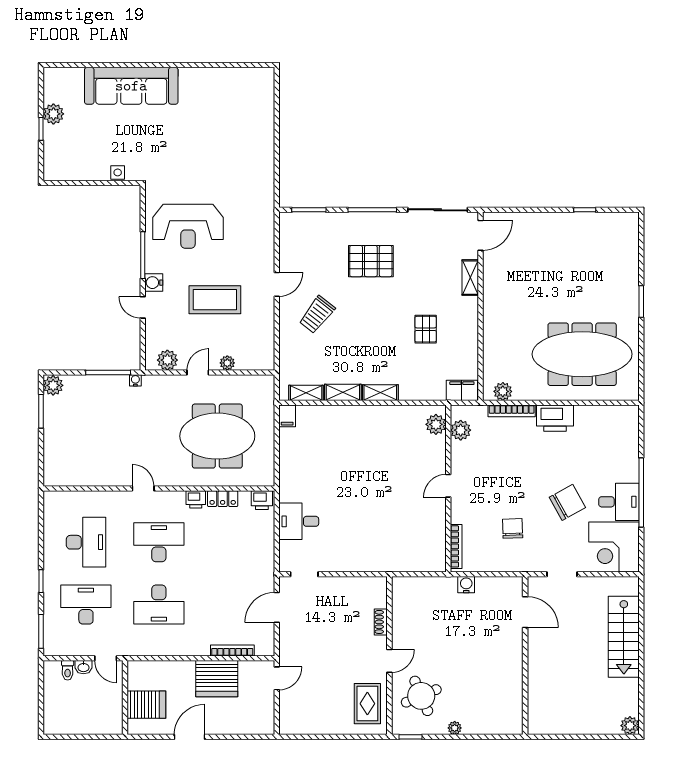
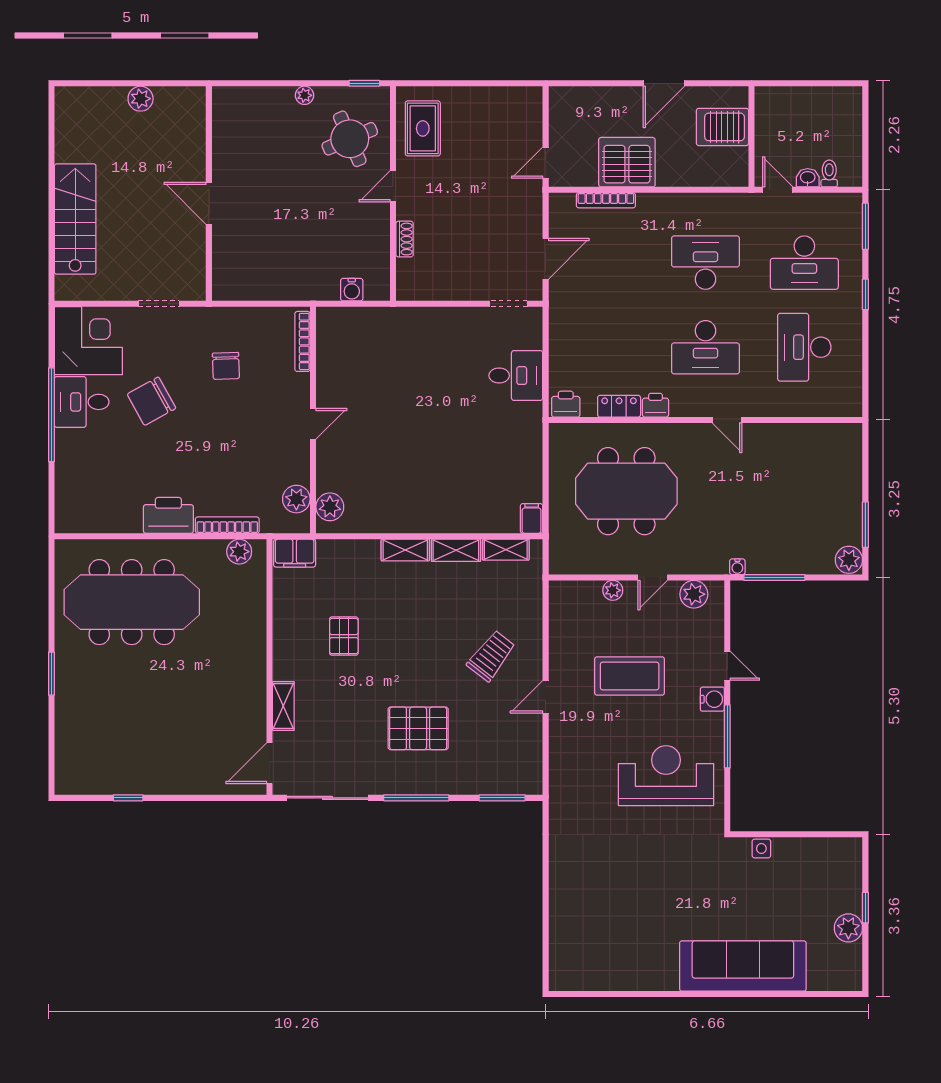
water cooler: (466, 585) -> (352, 290), moved
door: (525, 612) -> (209, 203), moved
plant: (630, 726) -> (141, 99), moved

